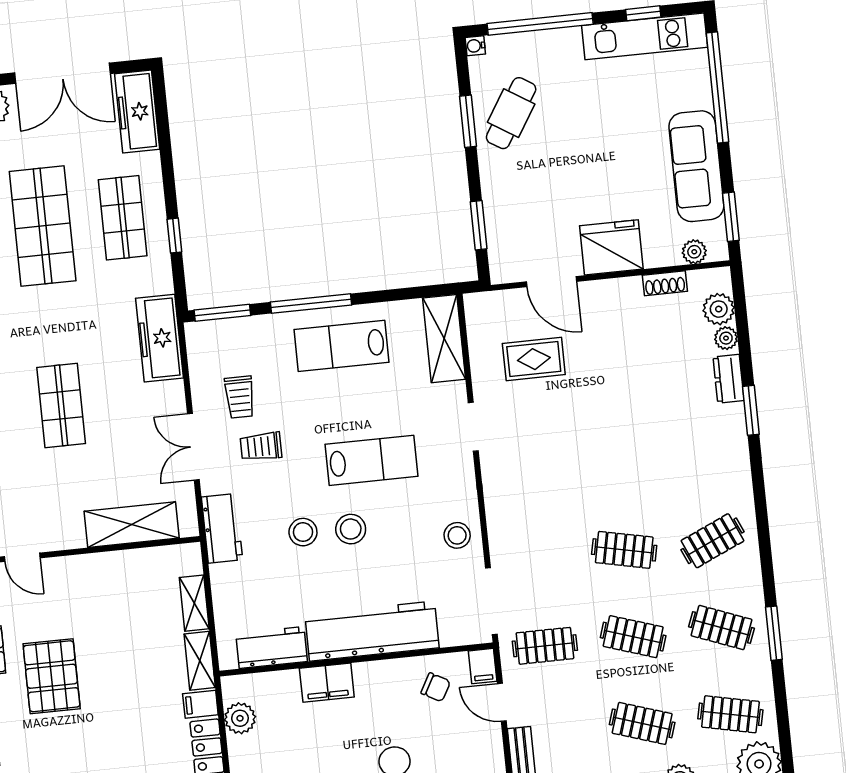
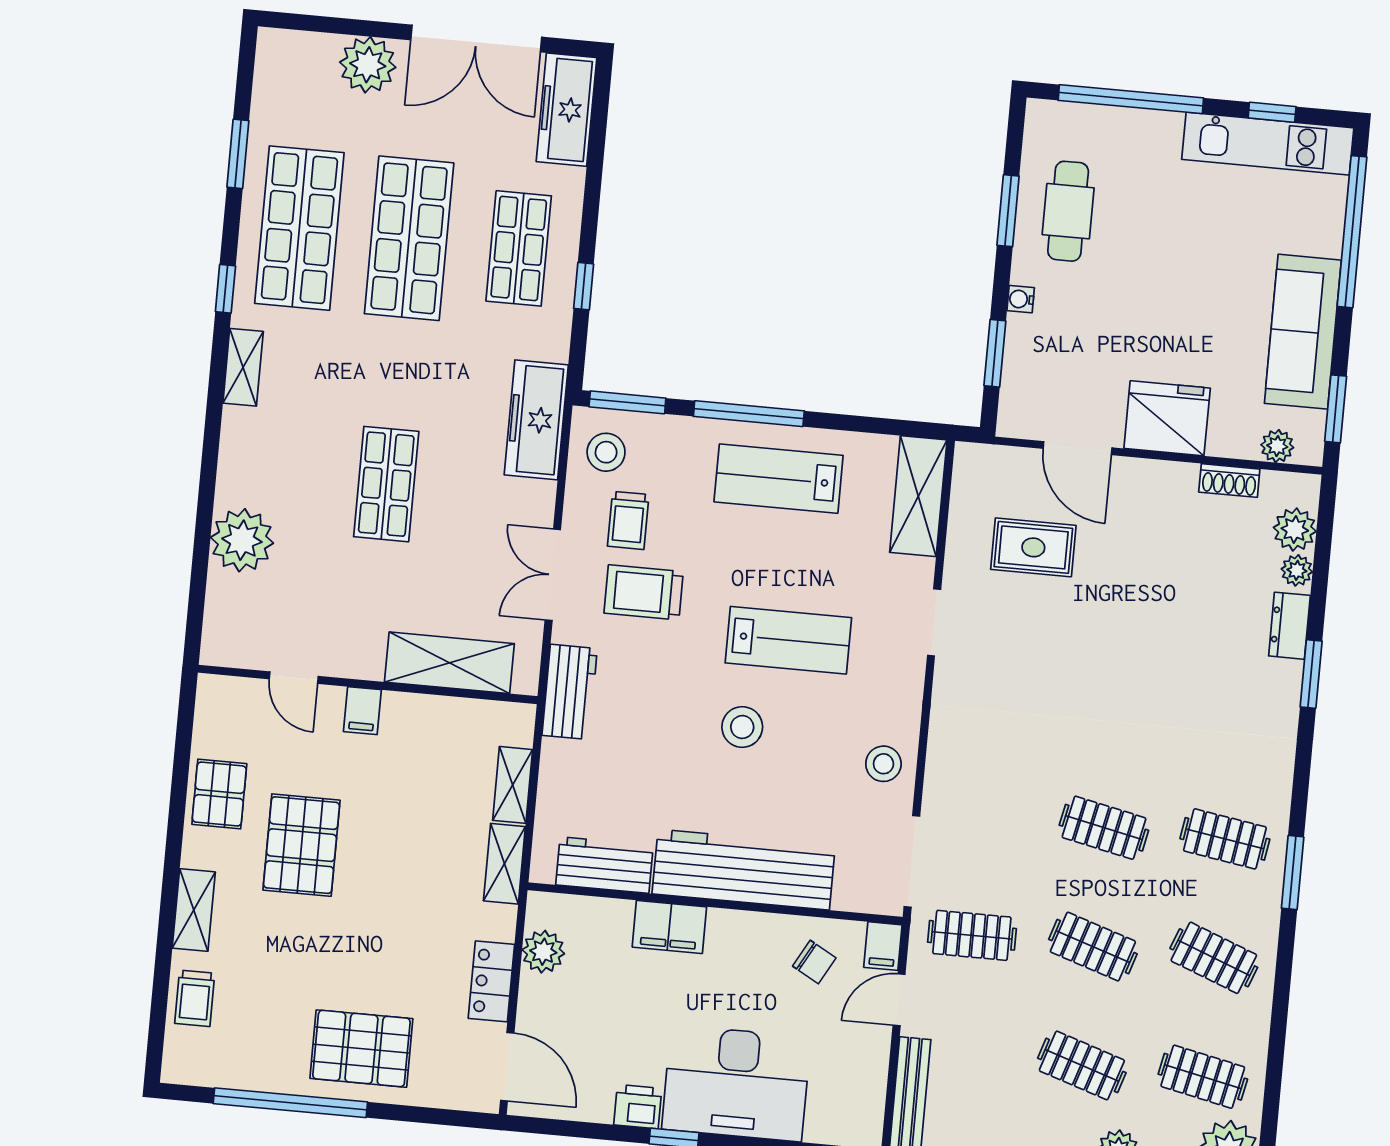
water cooler: (475, 46) -> (1021, 299), moved
cafe table: (511, 113) -> (1068, 211), turned -32
trolley: (261, 446) -> (644, 592), width x1.36, depth x1.39
stool: (303, 532) -> (606, 452), moved
clothes rail: (712, 541) -> (1225, 839), turned 33
window: (774, 633) -> (1293, 873), moved
door: (502, 702) -> (899, 1000), hinge flipped
filing cabinet: (200, 704) -> (362, 711), moved, turned -90

